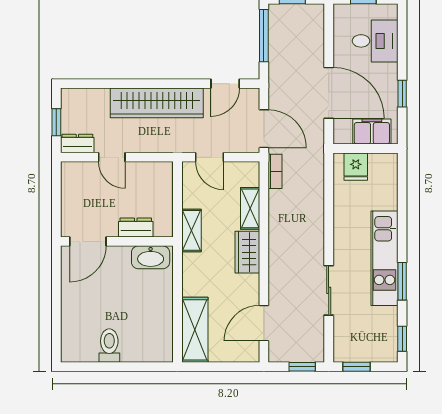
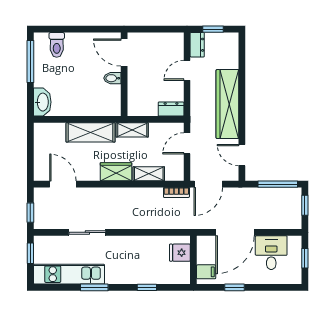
desk: (375, 41) -> (271, 253), moved, turned 180
filing cabinet: (372, 131) -> (206, 272), width x0.50
dresser: (136, 227) -> (171, 109), moved, turned -90
bidet: (122, 257) -> (112, 78), added
washbasin: (151, 257) -> (42, 102), moved, turned 180
kitchen unit: (384, 258) -> (69, 274), moved
shelving: (195, 330) -> (91, 132), moved
window: (402, 339) -> (147, 287), moved
toilet: (109, 346) -> (57, 45), moved, turned 90
window: (100, 367) -> (30, 62), added

